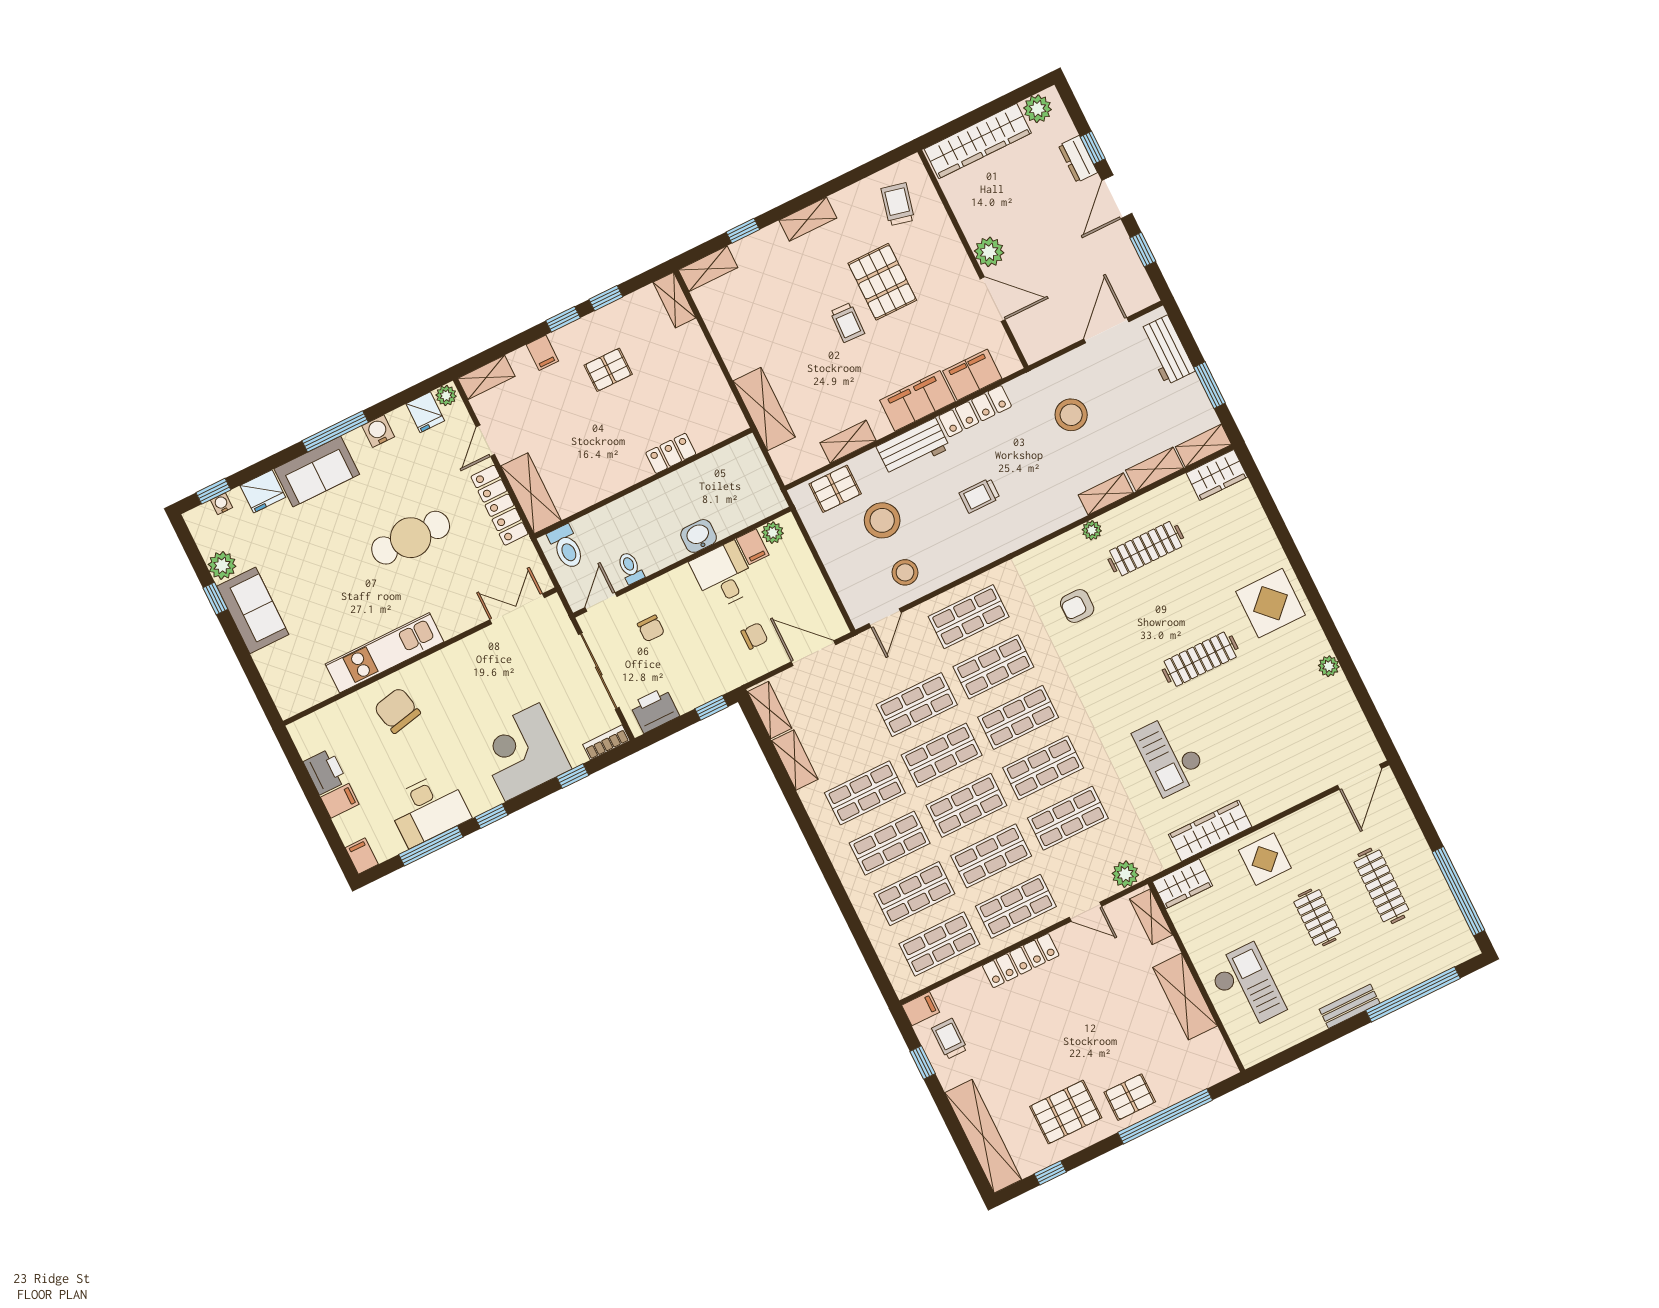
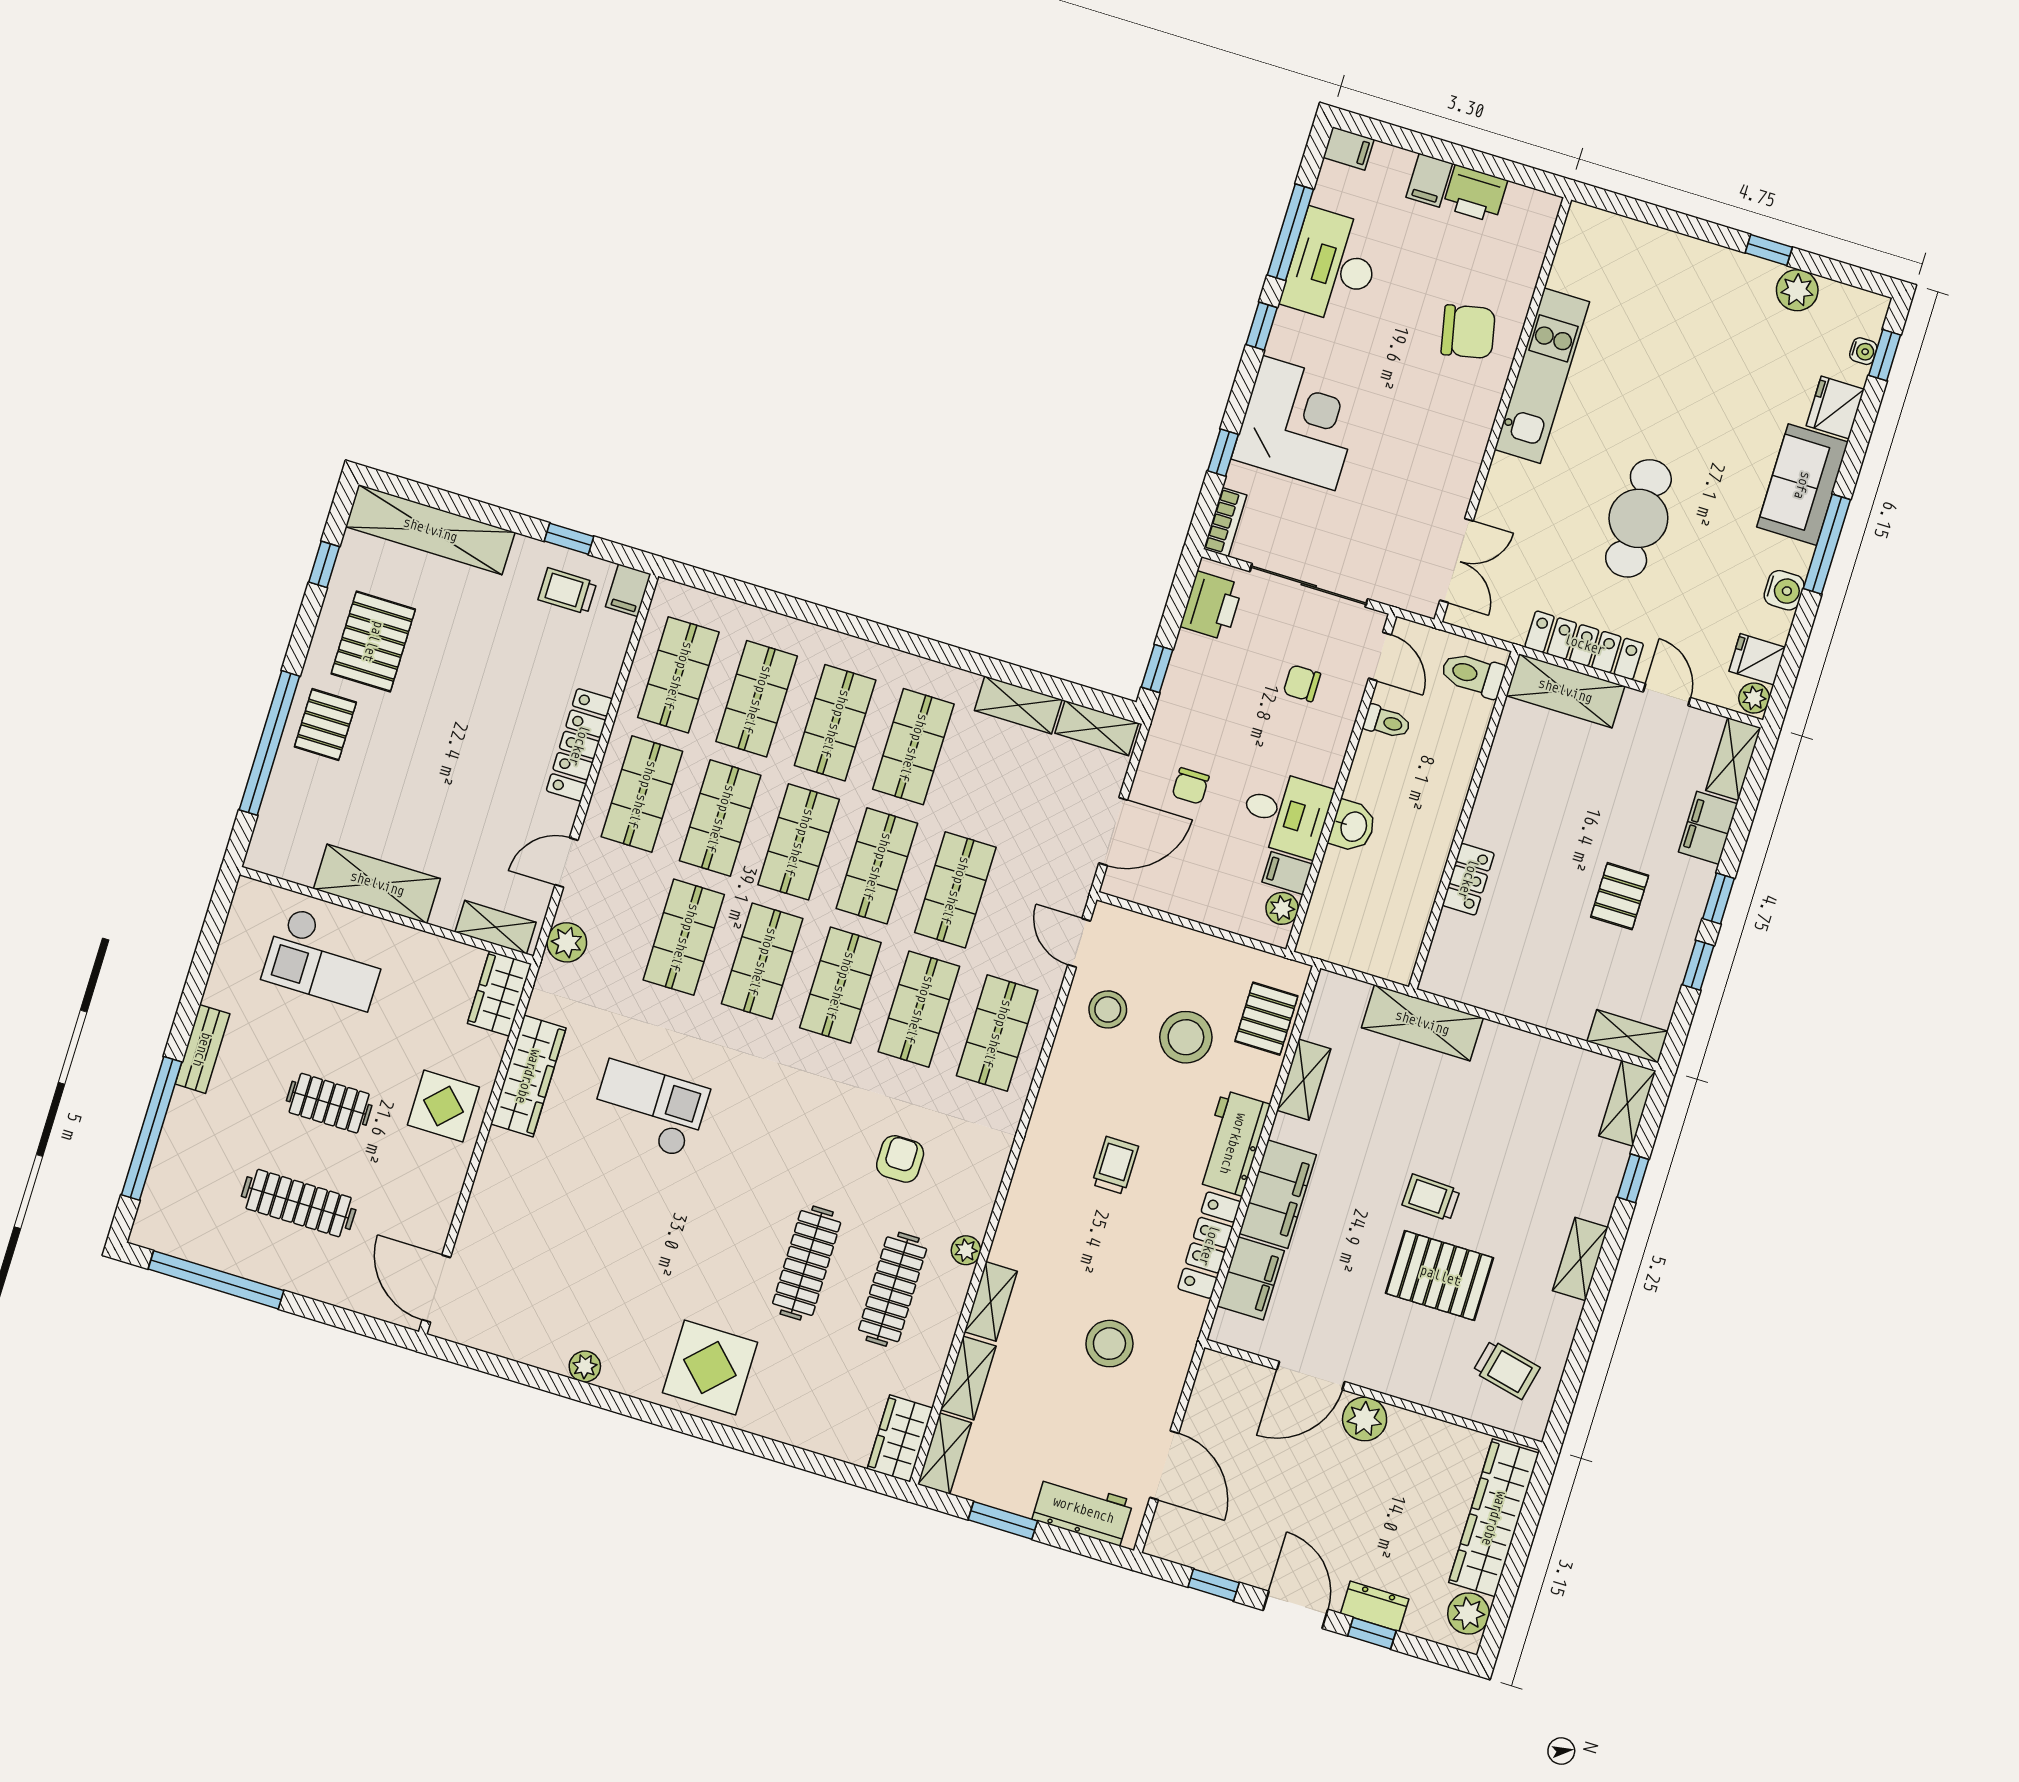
filing cabinet: (542, 353) -> (1708, 828), width x2.00
sofa: (253, 610) -> (1719, 278), removed
clothes rail: (1200, 659) -> (807, 1263), moved
trolley: (949, 1039) -> (567, 591), turned 180

